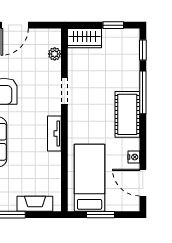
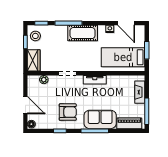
stool: (123, 41) -> (35, 36), added
door: (143, 183) -> (126, 23), hinge flipped

